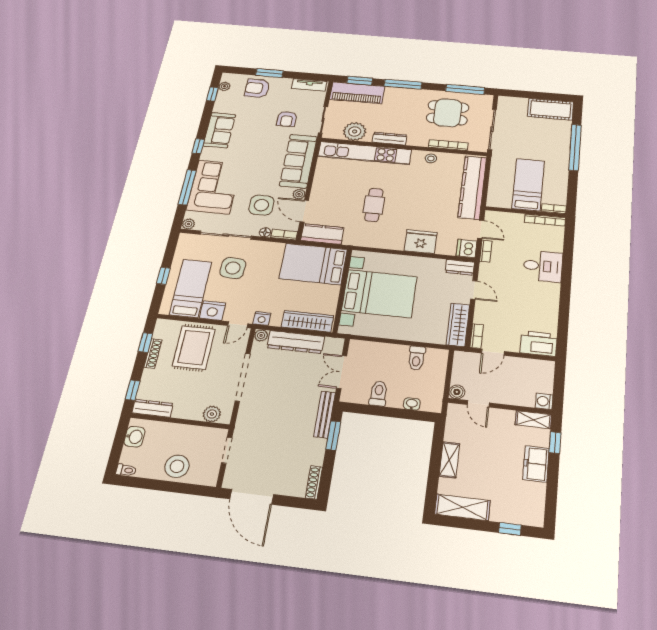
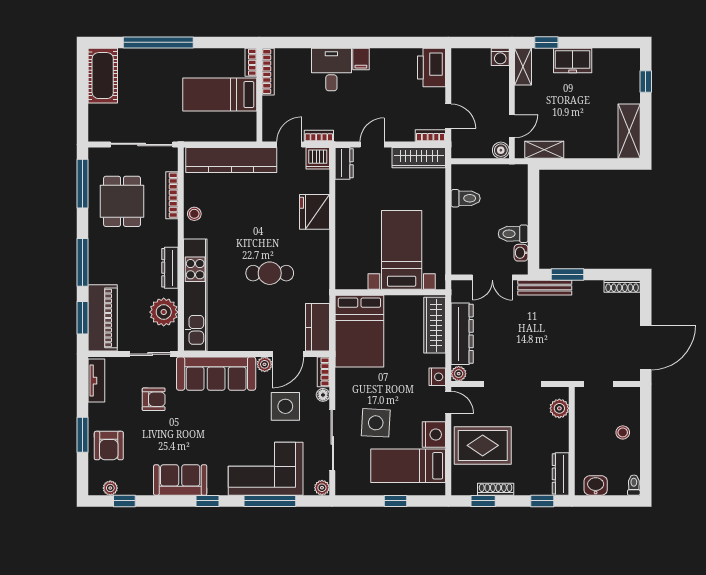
filing cabinet: (551, 289) -> (361, 59), added
bed with nightstands: (379, 294) -> (402, 250), width x0.73
washbasin: (412, 404) -> (521, 253), moved
shelving: (449, 460) -> (544, 150), moved
stool: (177, 466) -> (623, 432), width x0.53, depth x0.53

